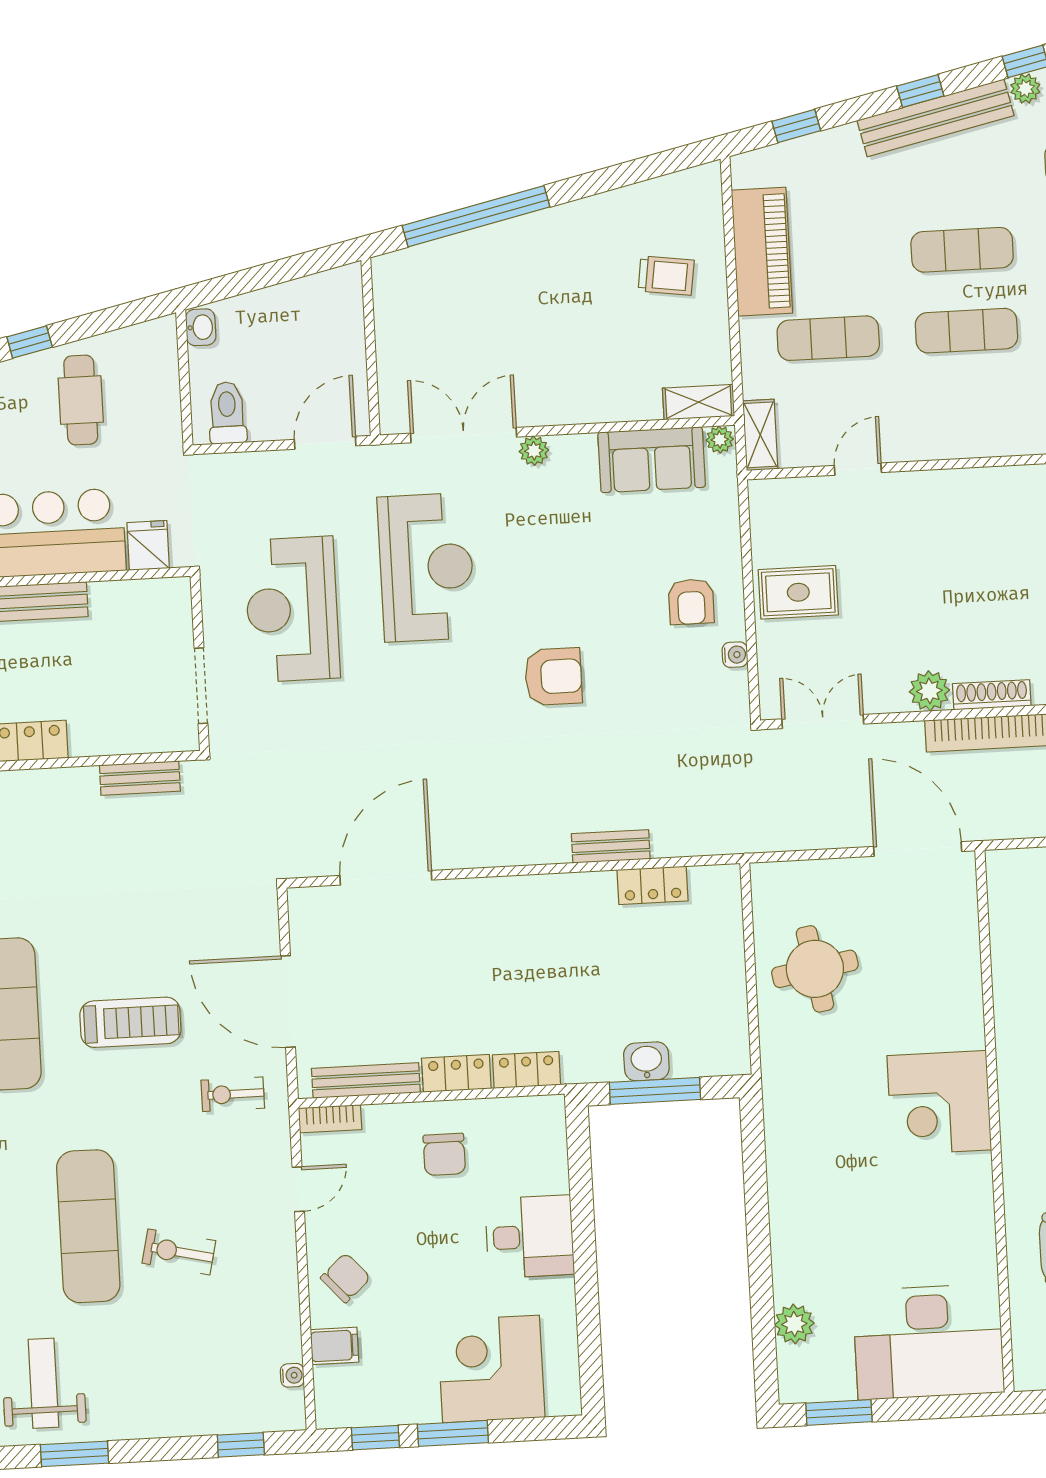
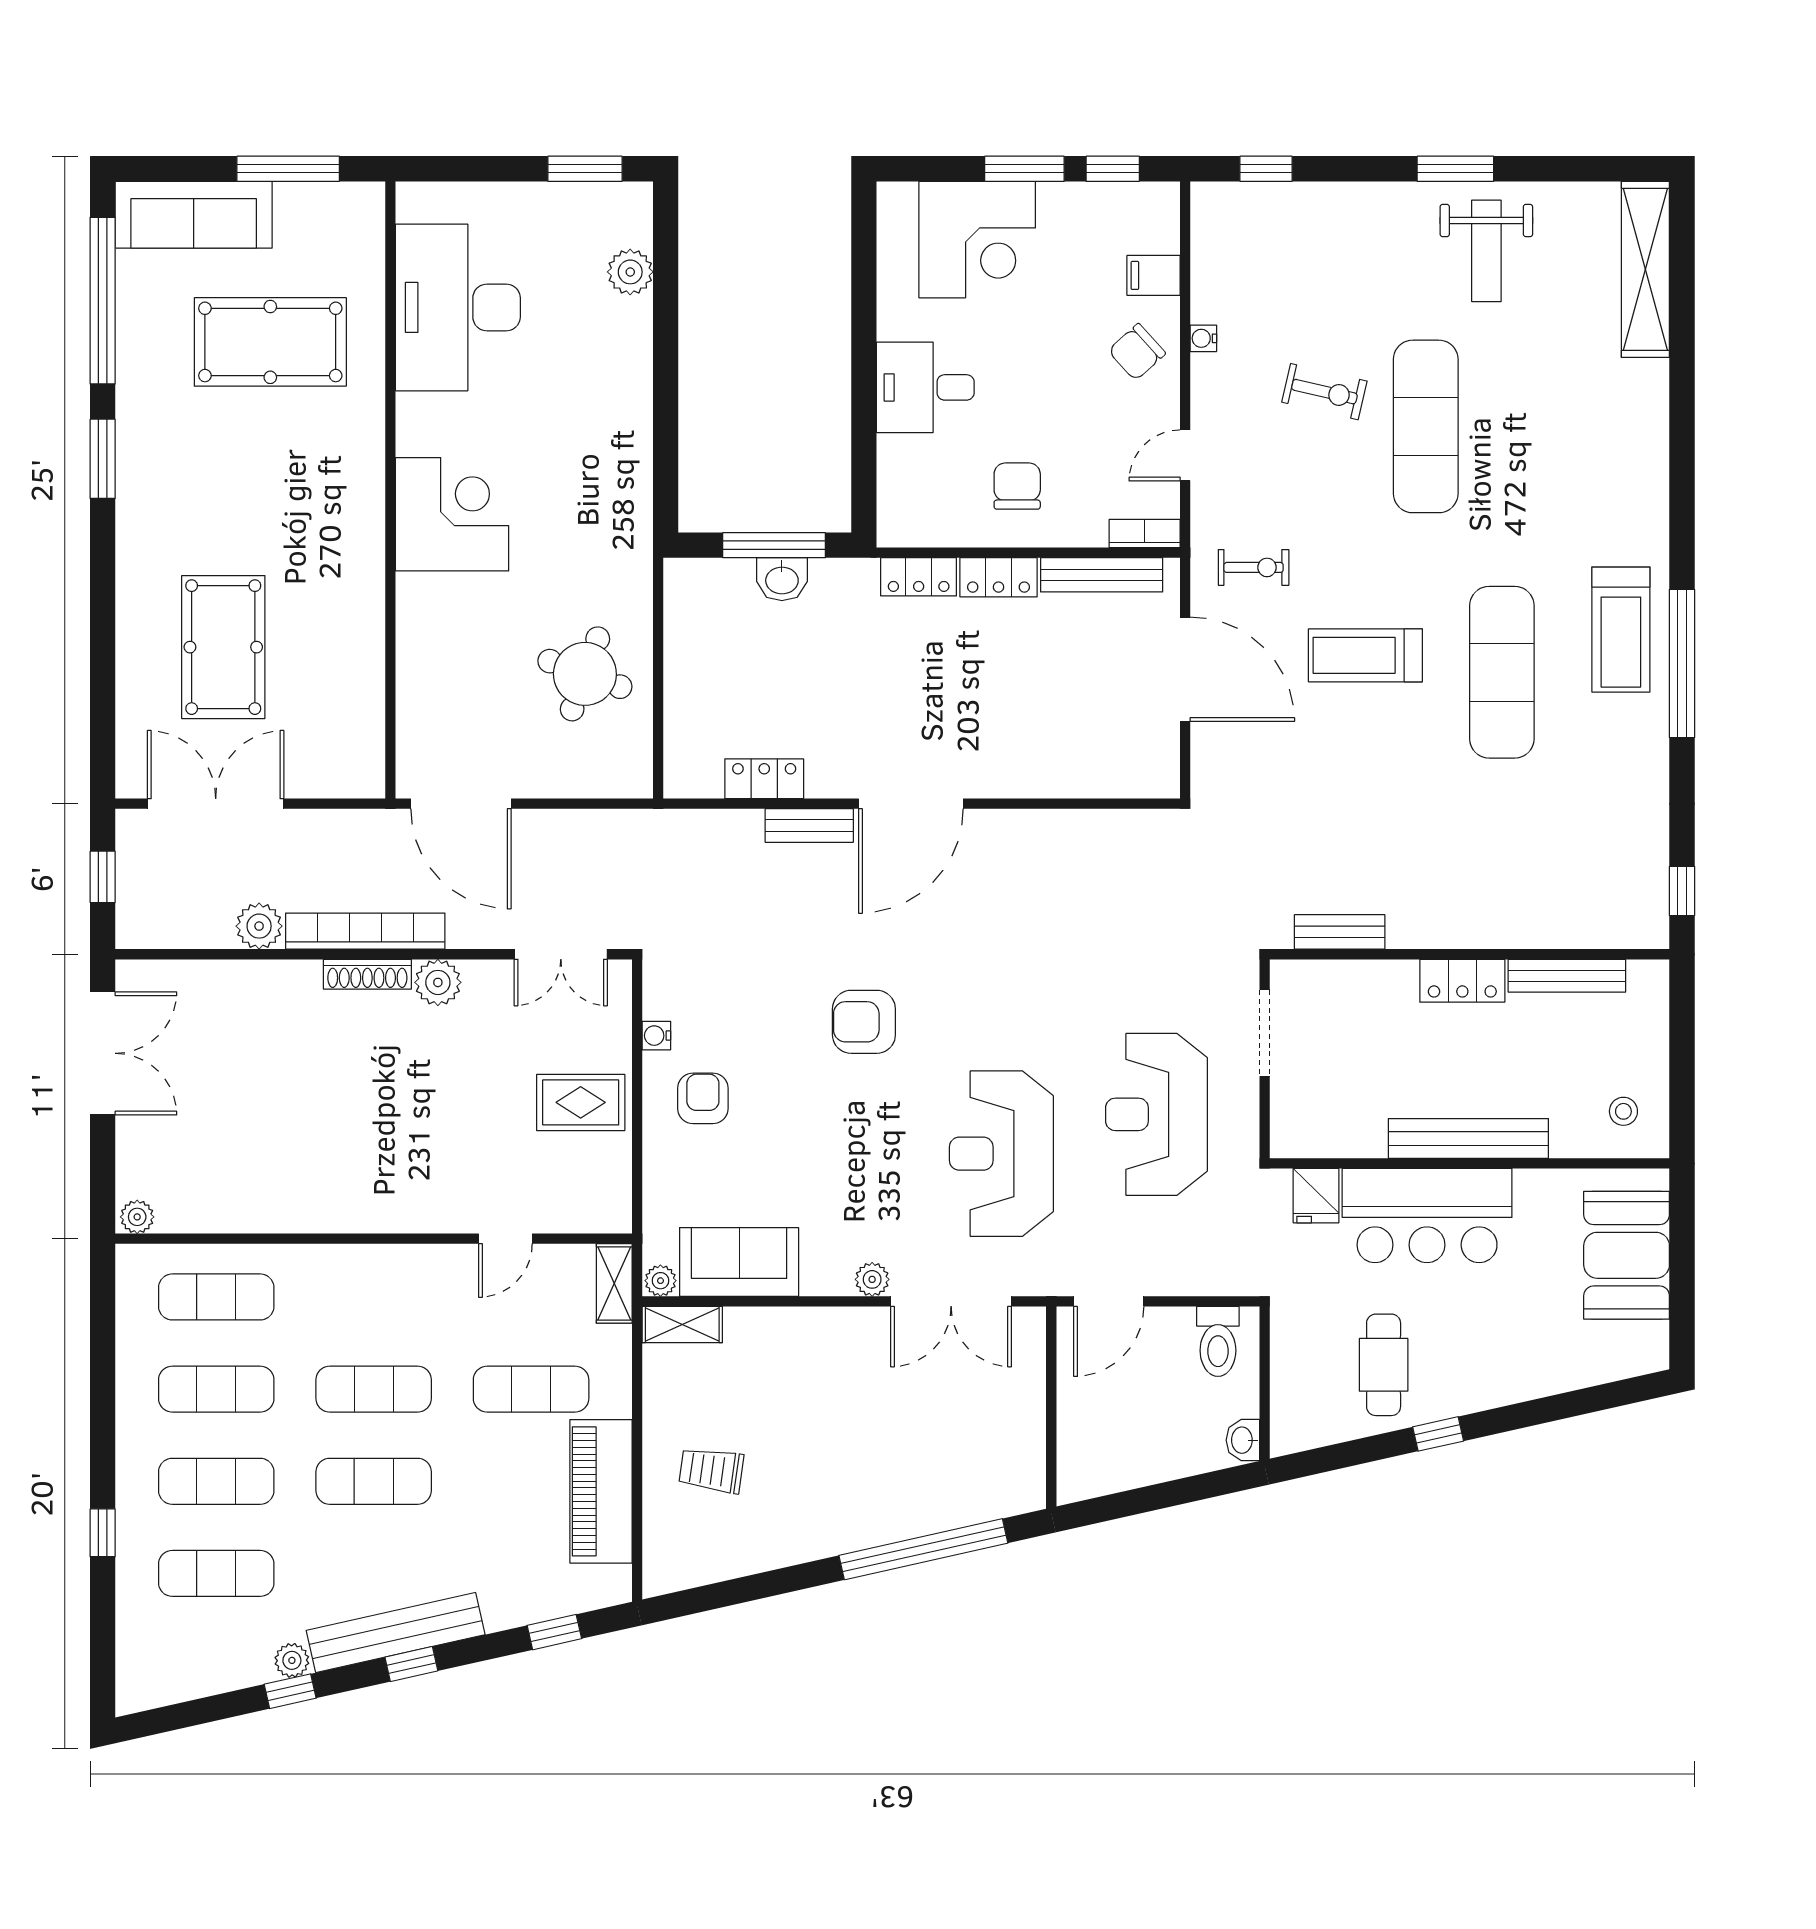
reception desk: (292, 609) -> (1156, 1114), turned 180
door: (386, 878) -> (911, 804), moved
round table: (815, 969) -> (585, 674), turned 30
desk: (928, 1342) -> (458, 307), moved, turned -90
water cooler: (292, 1375) -> (1203, 338), moved

